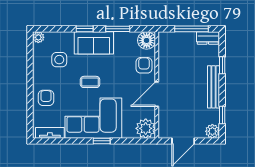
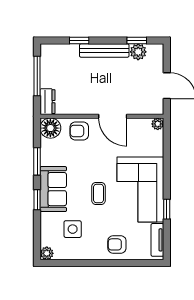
dresser: (208, 38) -> (48, 102), moved
plant: (146, 128) -> (158, 124), width x0.53, depth x0.53
plant: (212, 131) -> (138, 52), moved
window: (102, 141) -> (167, 209), moved

